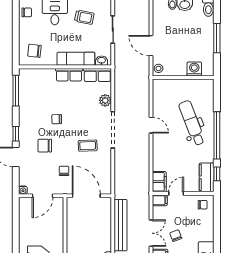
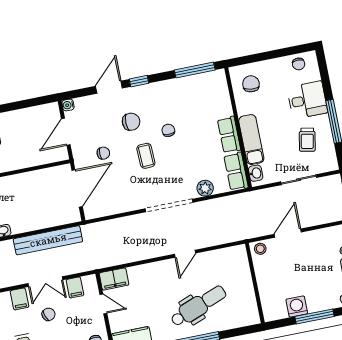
washing machine: (194, 69) -> (297, 306), moved, turned -90
chair: (45, 146) -> (131, 122), turned 90
coffee table: (88, 146) -> (146, 156), moved
door: (43, 196) -> (66, 132), hinge flipped
filing cabinet: (160, 200) -> (75, 287), moved

